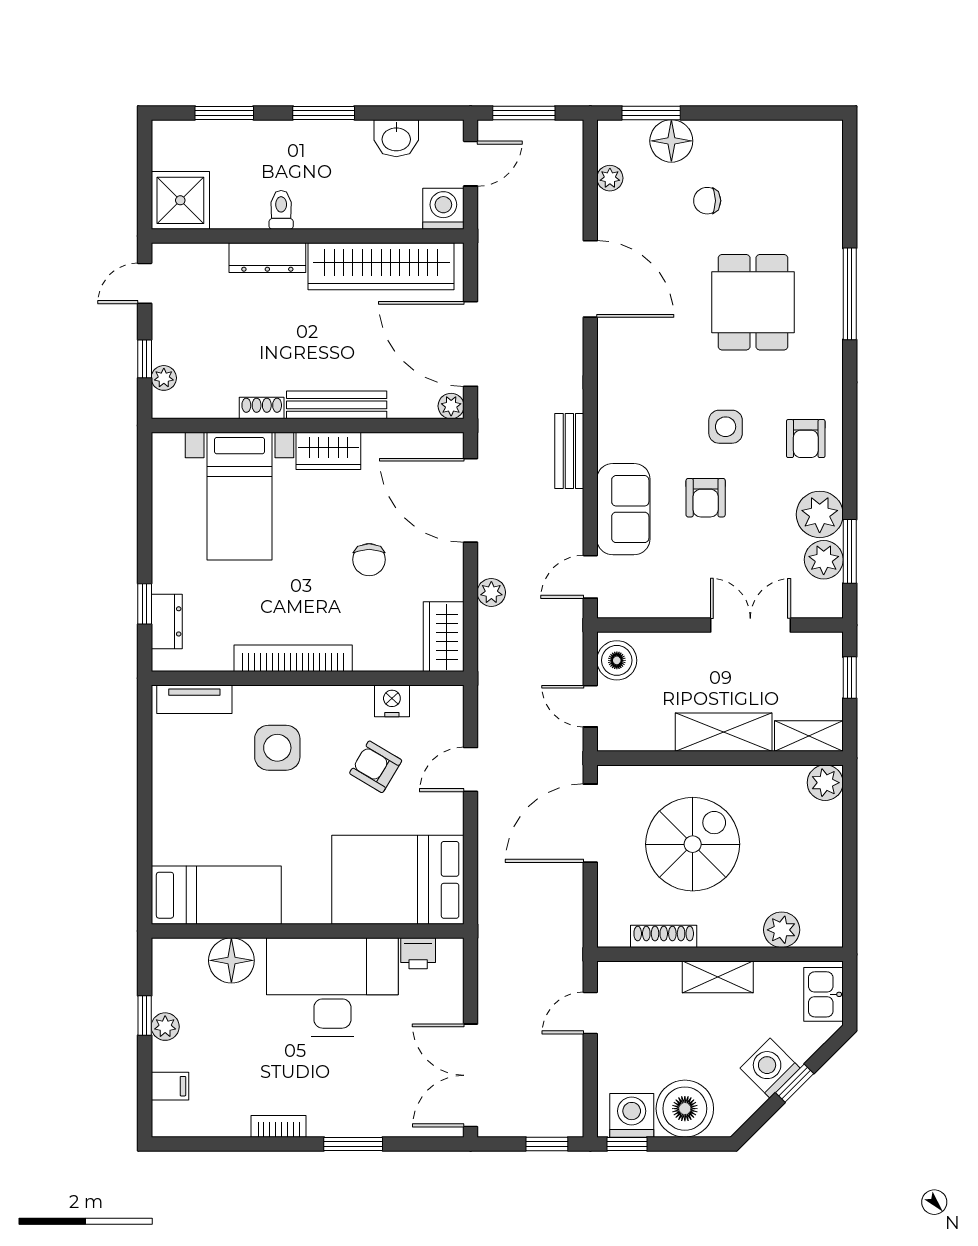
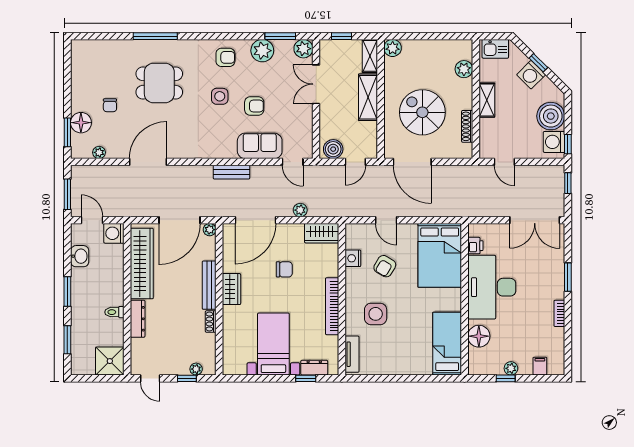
bed with nightstands: (239, 496) -> (273, 344), moved, turned -90
plant: (824, 560) -> (303, 49), moved

